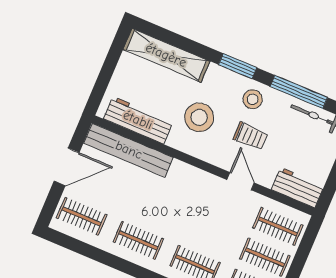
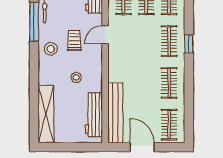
window: (238, 66) -> (34, 67), removed
stool: (199, 117) -> (76, 77), width x0.53, depth x0.53

